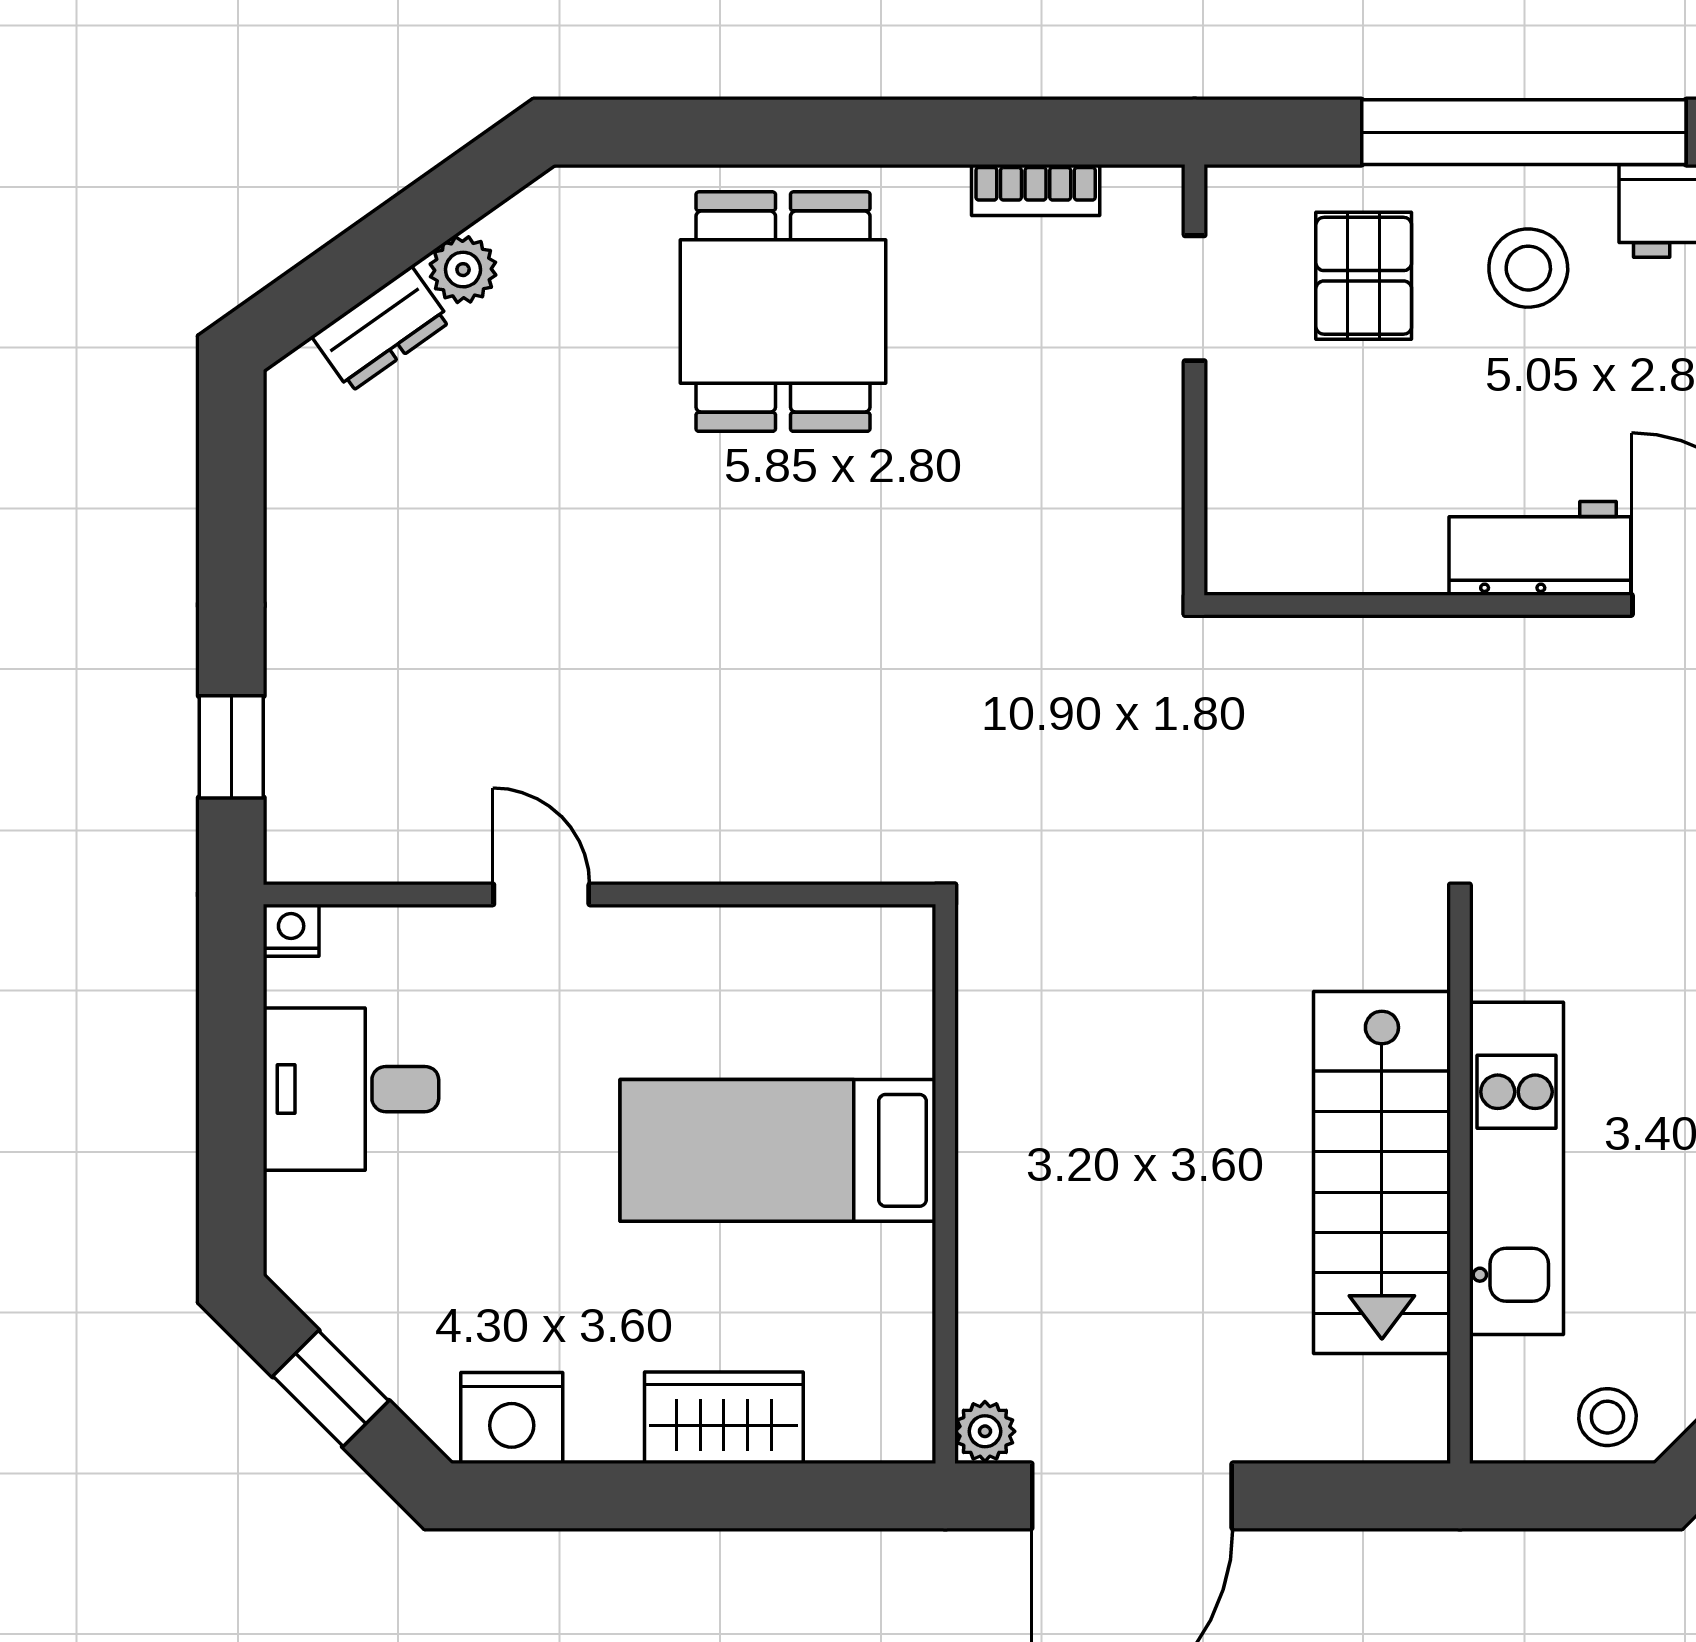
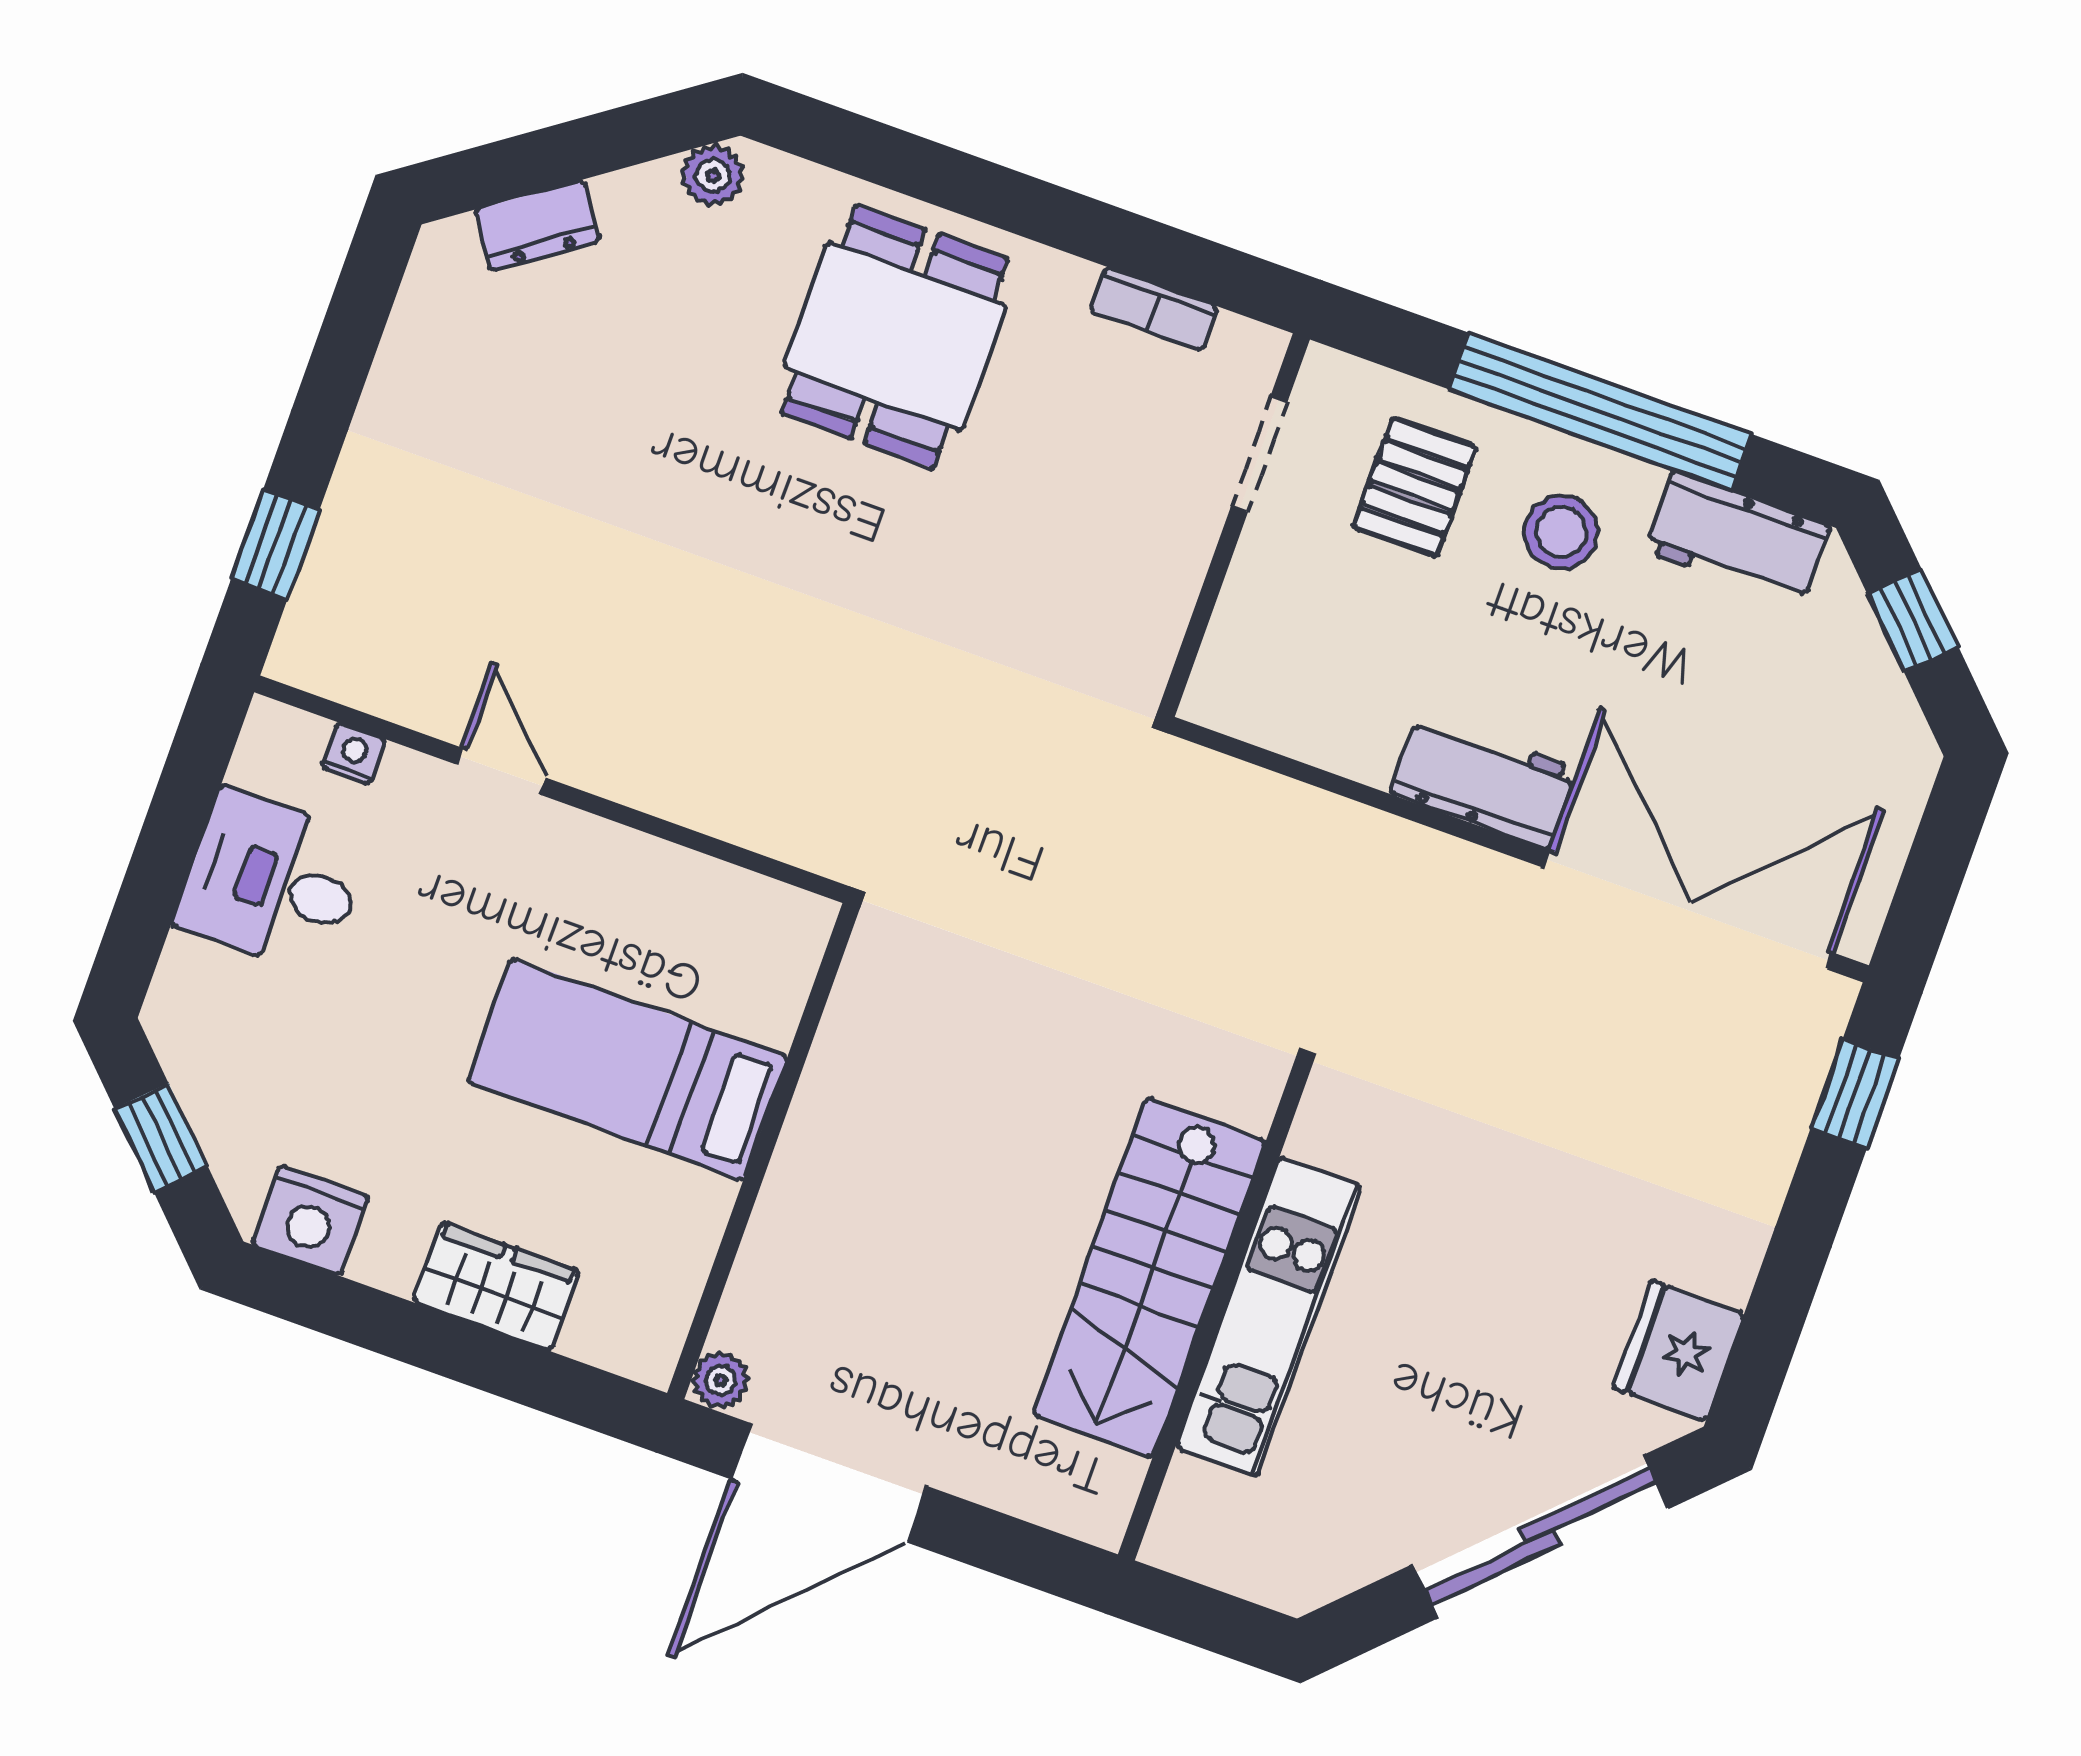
plant: (463, 270) -> (713, 176), moved
nightstand: (291, 930) -> (354, 754), moved
stool: (1607, 1417) -> (1270, 1563), removed

